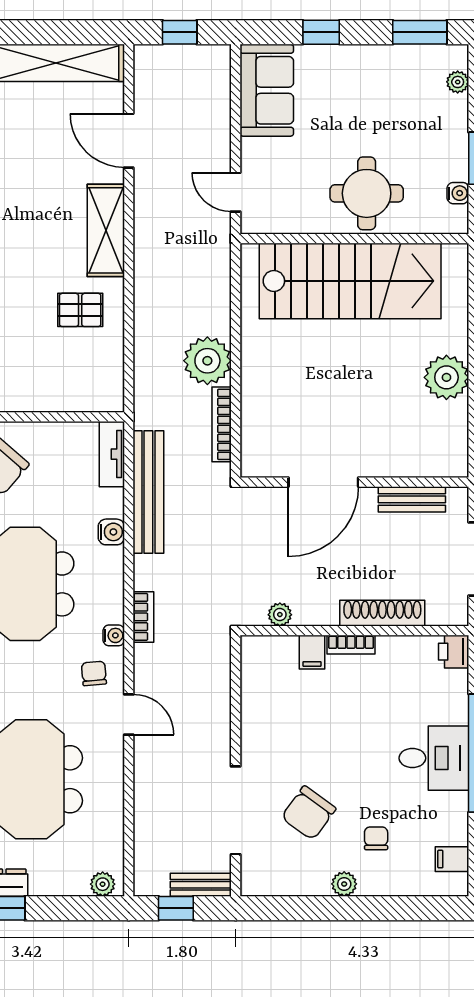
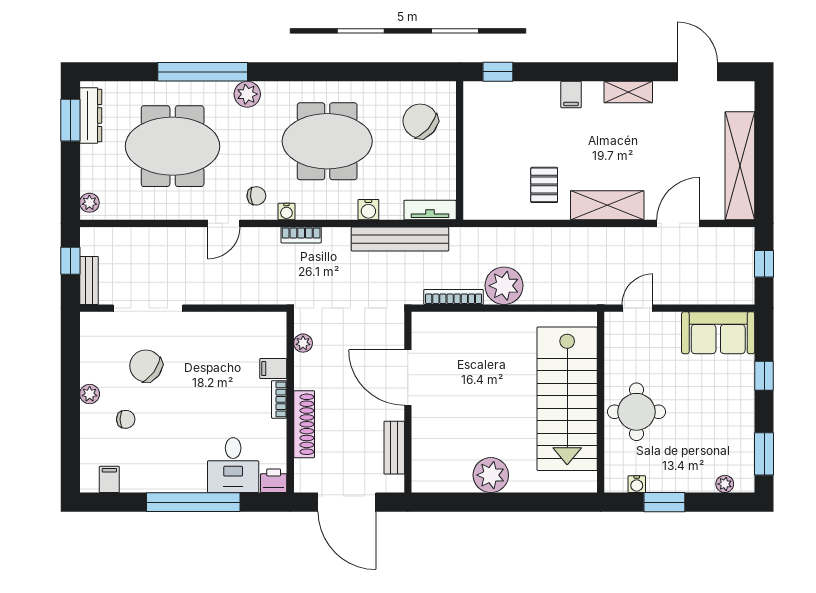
desk: (434, 758) -> (233, 465), moved

